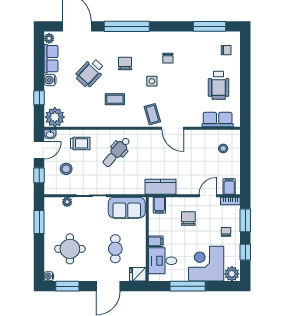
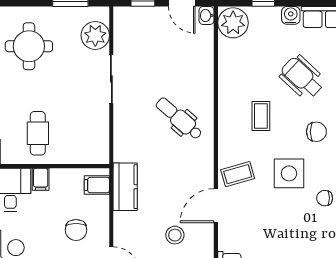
side table: (152, 81) -> (289, 173), width x1.87, depth x1.87
trolley: (80, 143) -> (192, 62), removed
stool: (66, 169) -> (175, 235), moved
plant: (67, 202) -> (95, 35), width x1.87, depth x1.87
sofa: (127, 208) -> (93, 134), removed
chair: (188, 218) -> (76, 230), turned 90
cafe table: (115, 249) -> (38, 133), moved, turned 90

